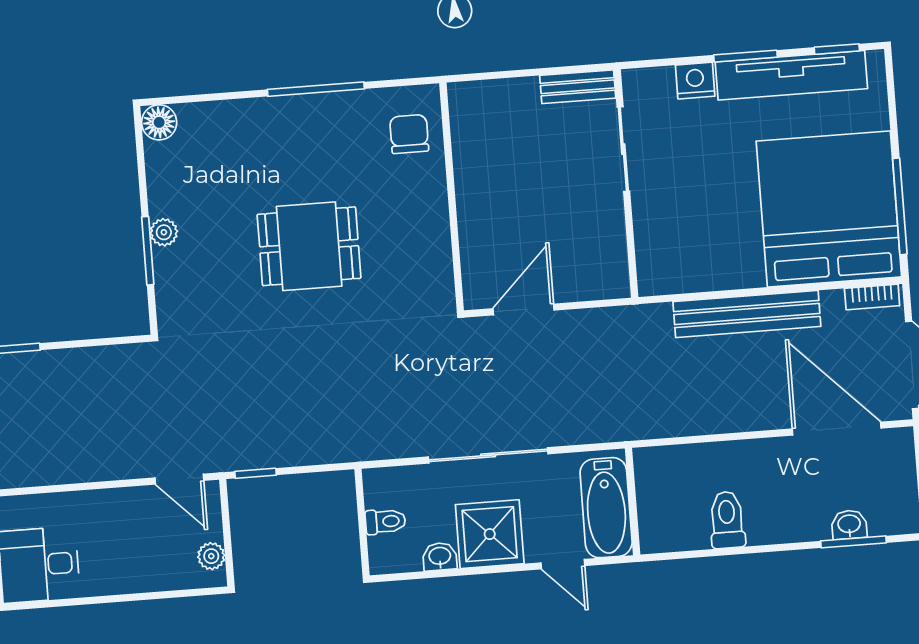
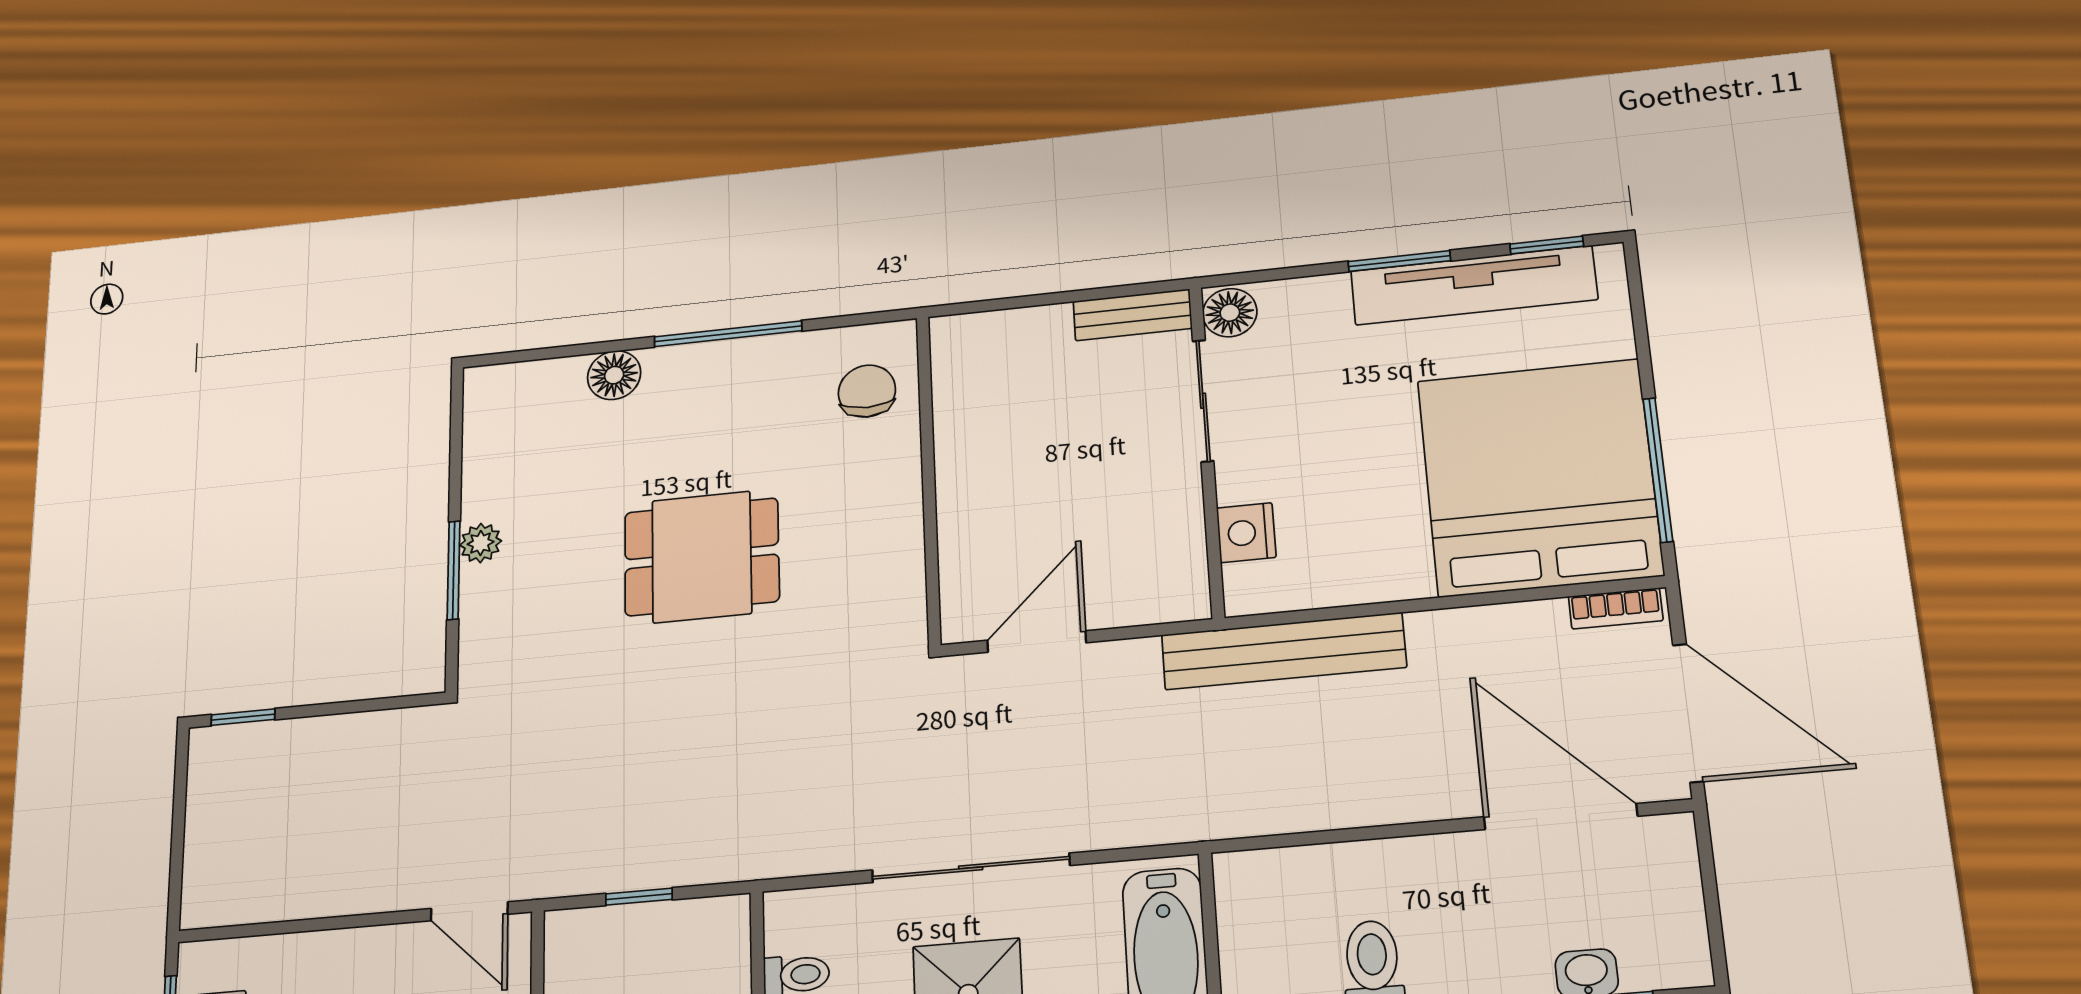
nightstand: (695, 81) -> (1246, 533), moved, turned -90
floor lamp: (639, 88) -> (1230, 313), added
floor lamp: (159, 122) -> (614, 375), moved
bench: (747, 314) -> (1283, 651), moved
window: (256, 473) -> (639, 897), moved

